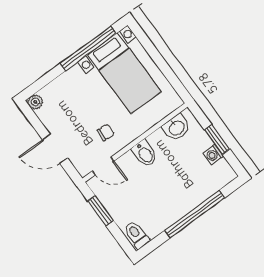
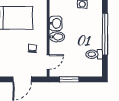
washbasin: (176, 128) -> (56, 23), moved
toilet: (136, 235) -> (94, 54), moved

